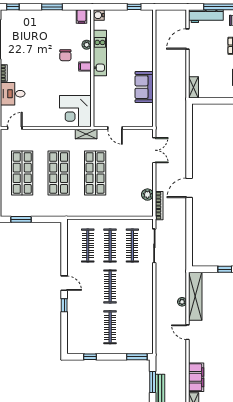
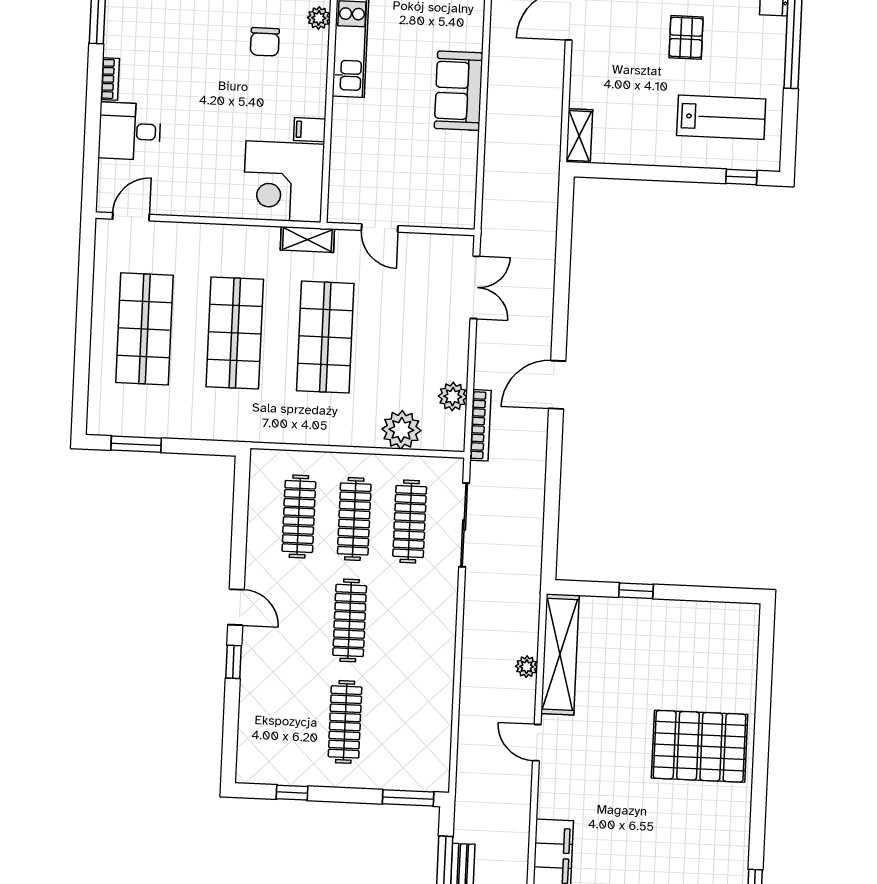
filing cabinet: (85, 66) -> (310, 130), moved
sofa: (144, 87) -> (459, 91), moved
plant: (127, 209) -> (401, 430), added

